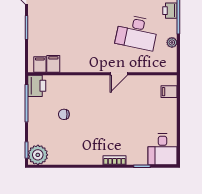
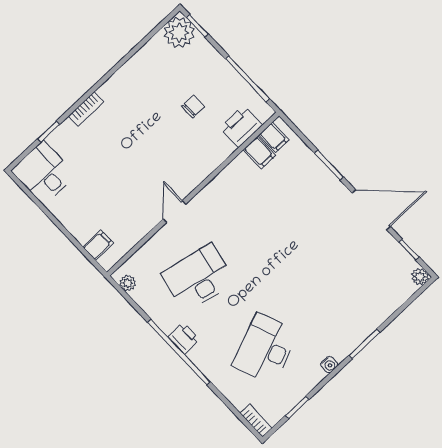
plant: (172, 42) -> (128, 283), moved
printer: (37, 86) -> (241, 127), moved, turned 90

